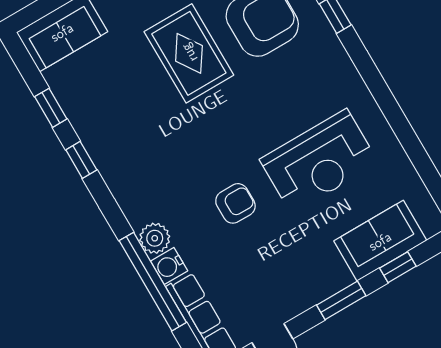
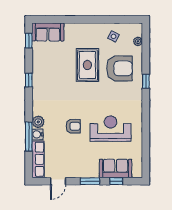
window: (51, 108) -> (29, 40), moved
reception desk: (319, 161) -> (111, 129), turned 180
window: (153, 282) -> (29, 136), width x0.68

